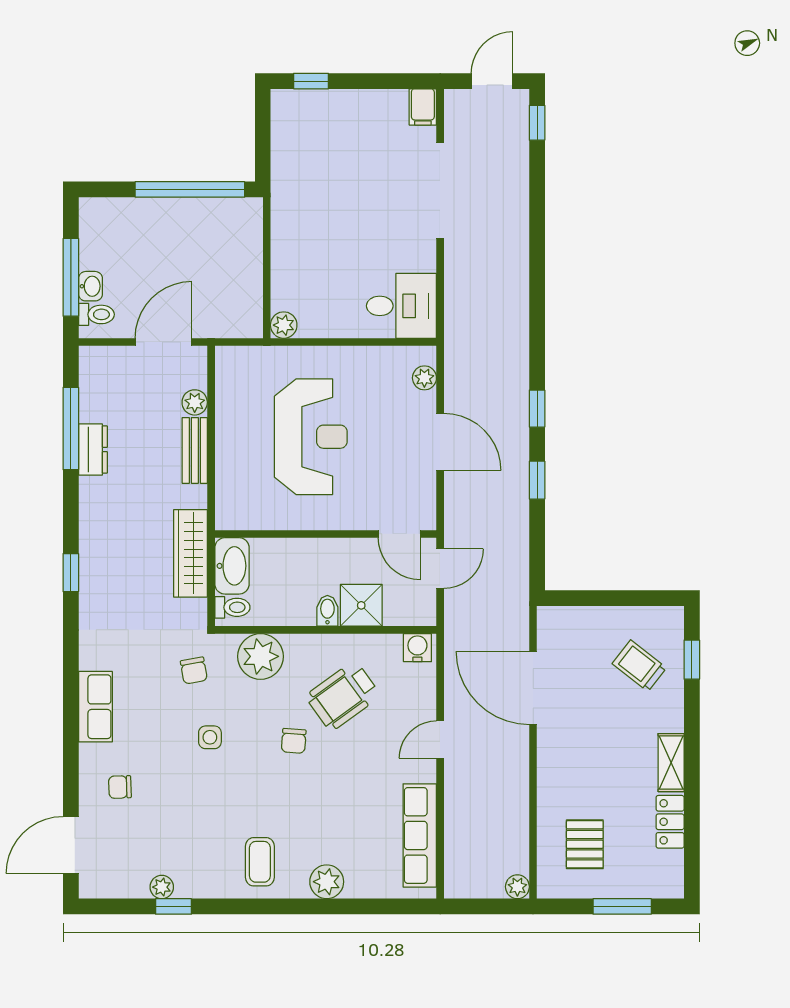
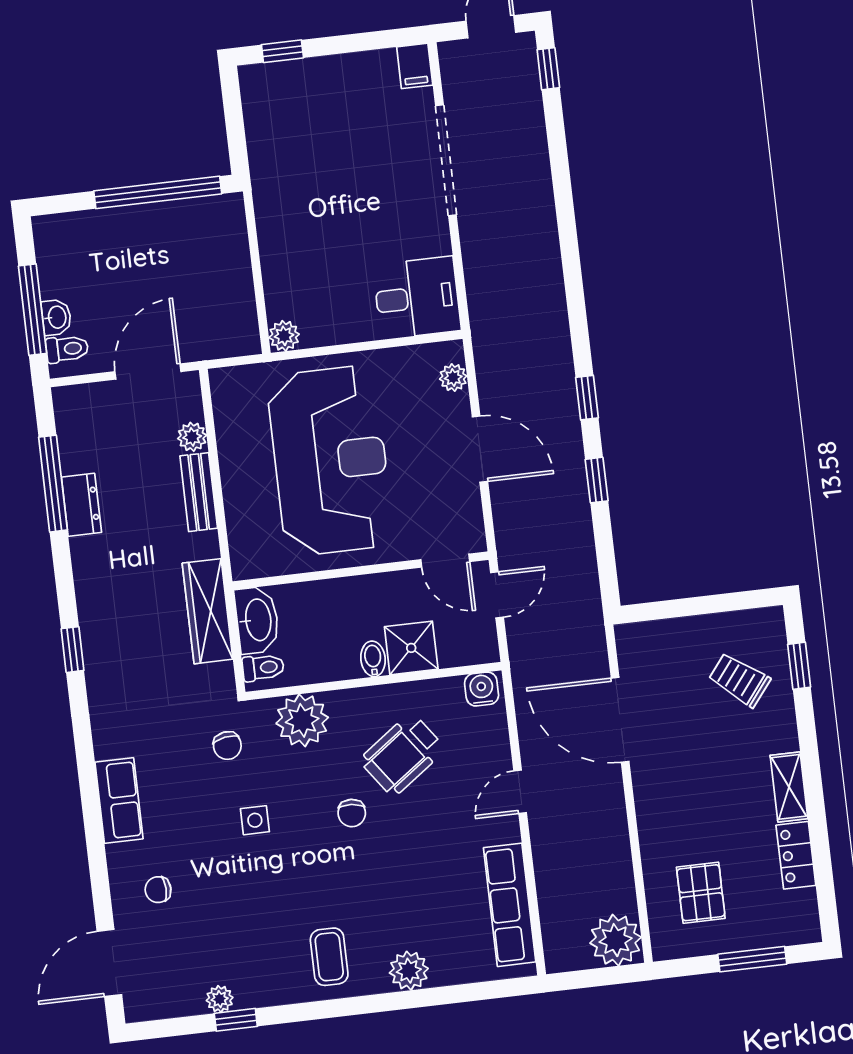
reception desk: (311, 437) -> (330, 461), width x1.36, depth x1.30
plant: (517, 887) -> (616, 940), width x1.87, depth x1.87

